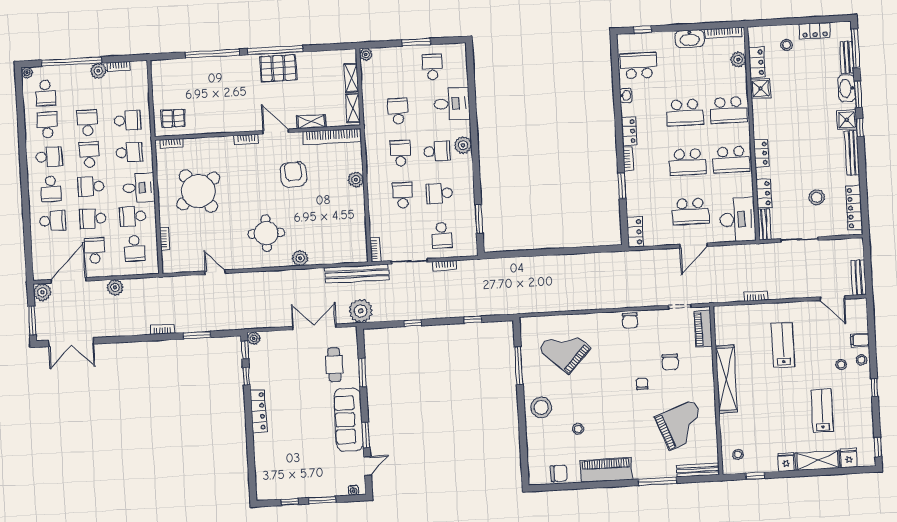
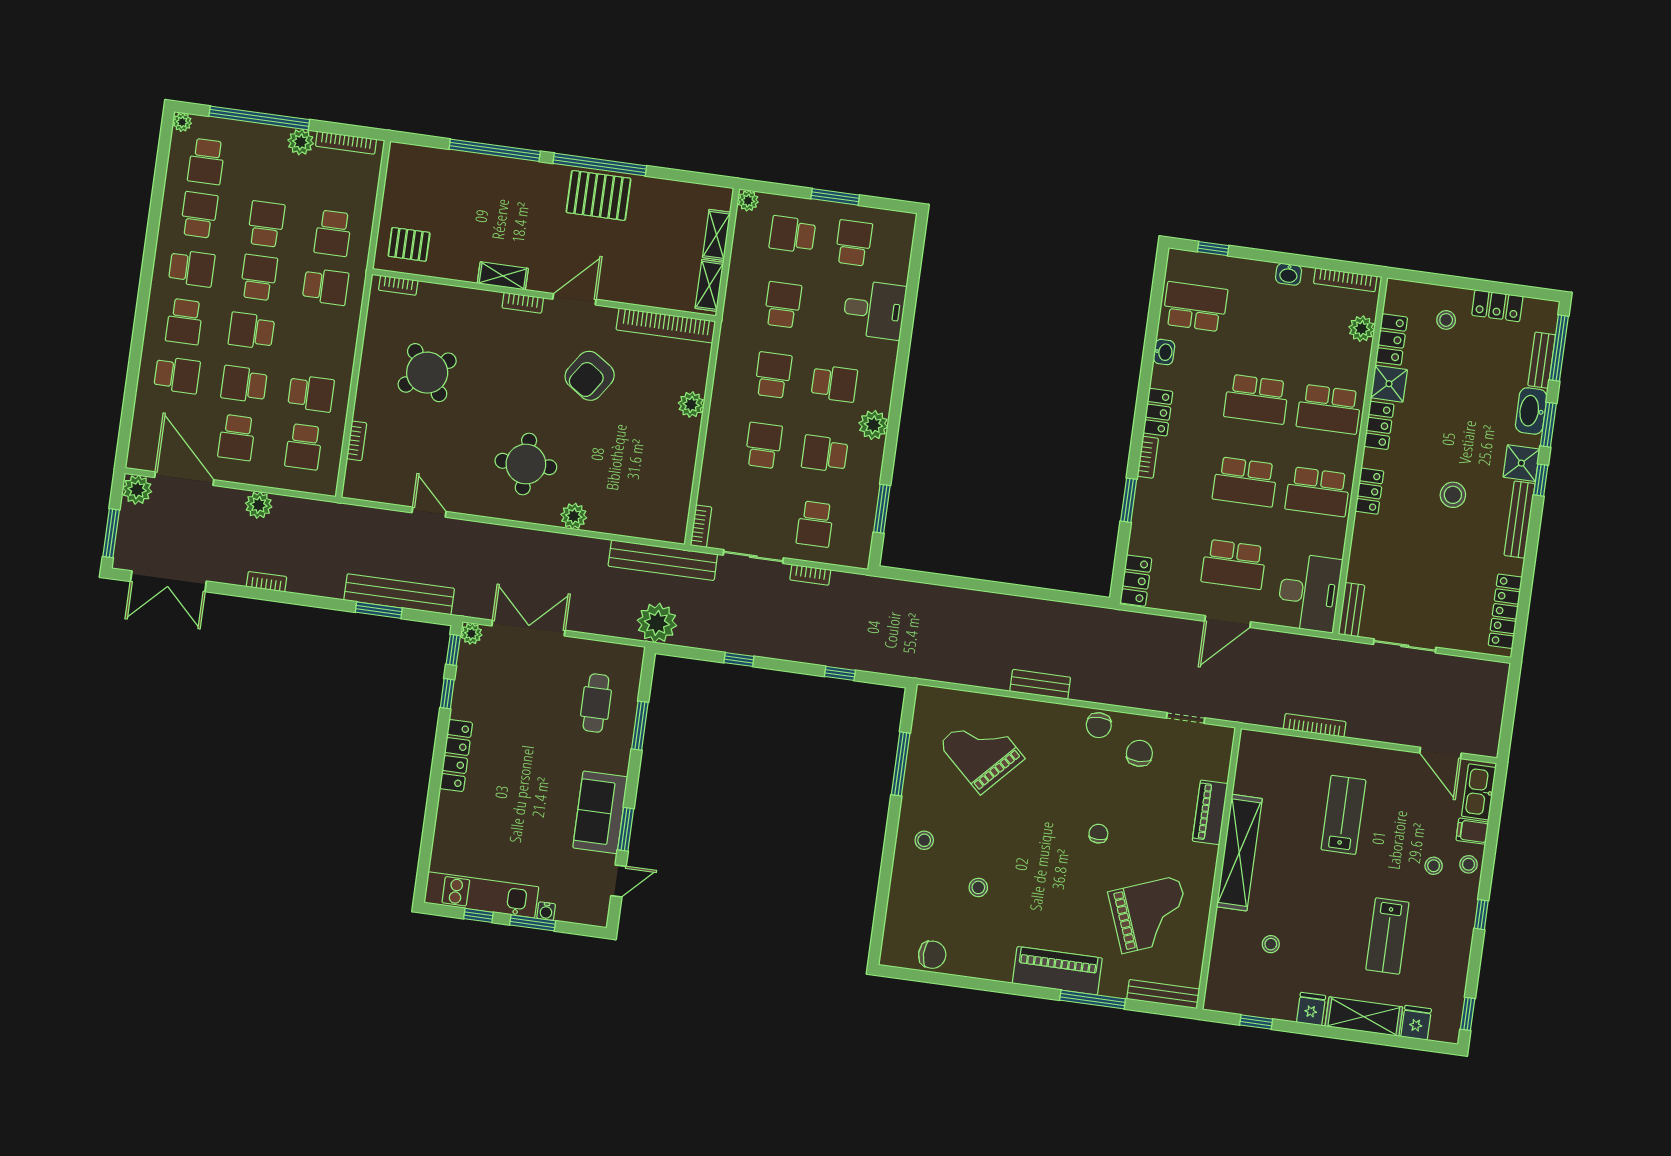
washbasin: (690, 39) -> (1289, 274), width x0.52, depth x0.69
bookcase: (118, 66) -> (346, 143), width x1.56
school desk: (396, 69) -> (792, 234), added
school desk: (128, 120) -> (333, 233), turned 90
shelving: (311, 122) -> (503, 276), moved
door: (276, 132) -> (574, 299), hinge flipped
plant: (463, 145) -> (873, 425), moved
armchair: (293, 174) -> (590, 376), turned -143
desk: (139, 188) -> (330, 348), removed
round table: (198, 191) -> (427, 373), width x0.73, depth x0.73
locker: (764, 193) -> (1379, 425), moved
stool: (817, 197) -> (1453, 495), moved
school desk: (133, 216) -> (311, 393), turned 180
school desk: (95, 251) -> (237, 438), turned 180
bench: (859, 278) -> (1040, 684), moved, turned 90
door: (69, 280) -> (184, 479), hinge flipped
bookcase: (756, 296) -> (1315, 725), width x1.56
kitchen sink: (859, 316) -> (1479, 792), added
bench: (207, 323) -> (399, 594), added
double door: (314, 327) -> (528, 628), moved
bookcase: (162, 329) -> (266, 582), moved
piano: (703, 329) -> (1210, 812), moved
chair: (670, 362) -> (1139, 753), moved, turned 180
stool: (541, 407) -> (924, 840), width x0.53, depth x0.53
lab bench: (822, 411) -> (1387, 936), turned 180
sofa: (349, 420) -> (600, 812), width x0.73
stool: (738, 454) -> (1271, 944), moved
piano: (606, 470) -> (1057, 971), moved
kitchen unit: (289, 489) -> (481, 895), added
water cooler: (353, 490) -> (546, 911), moved

